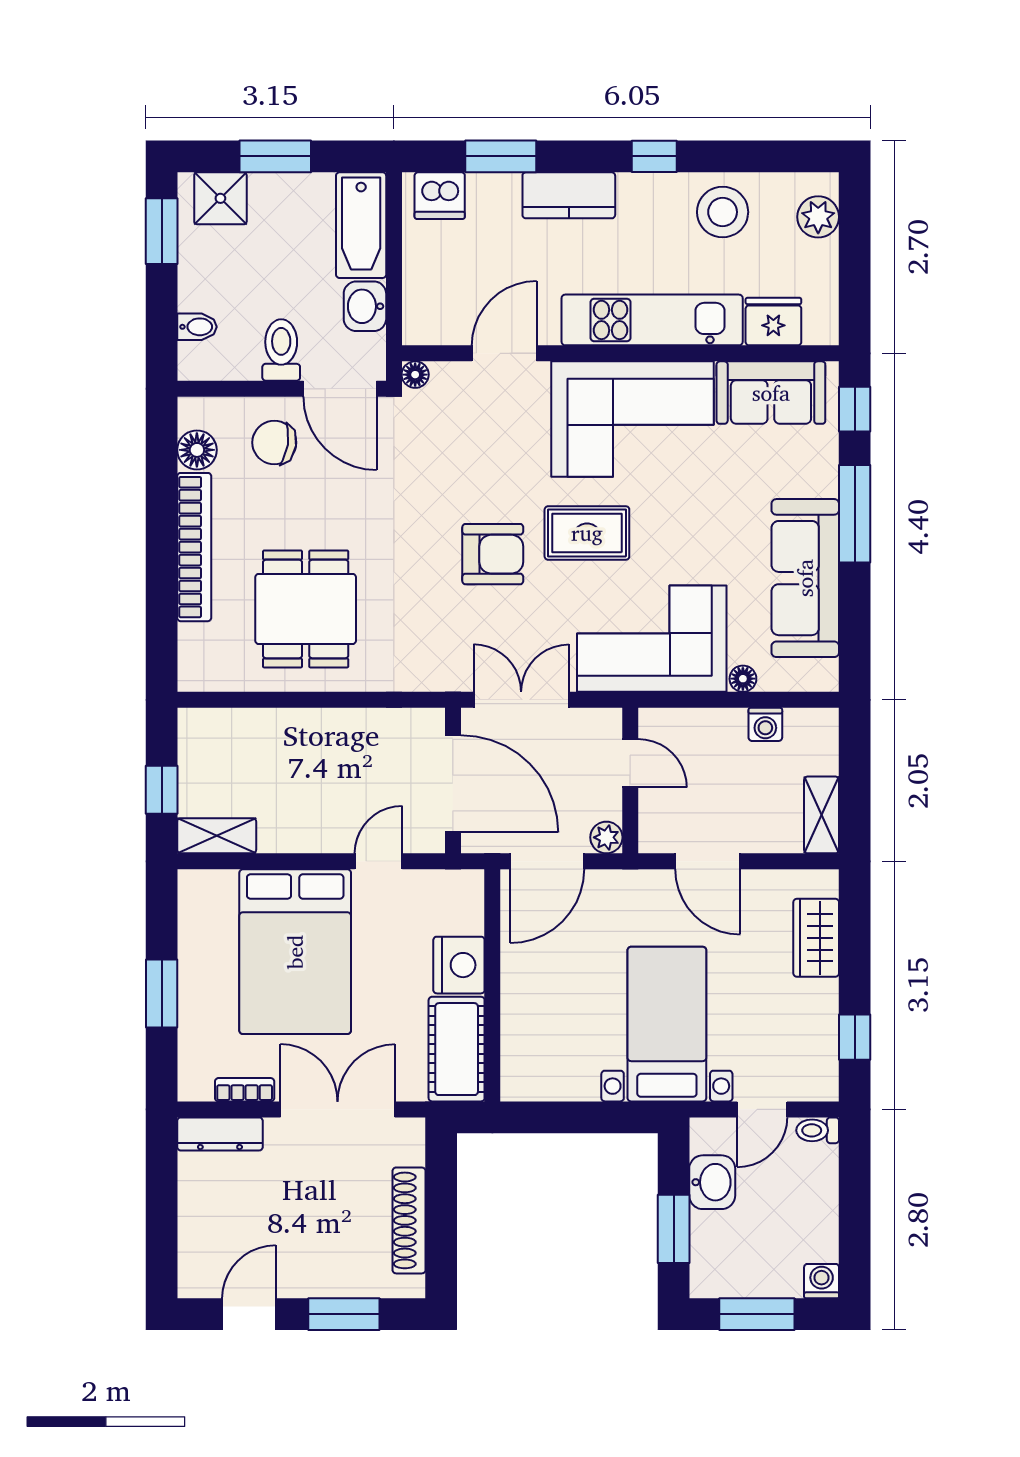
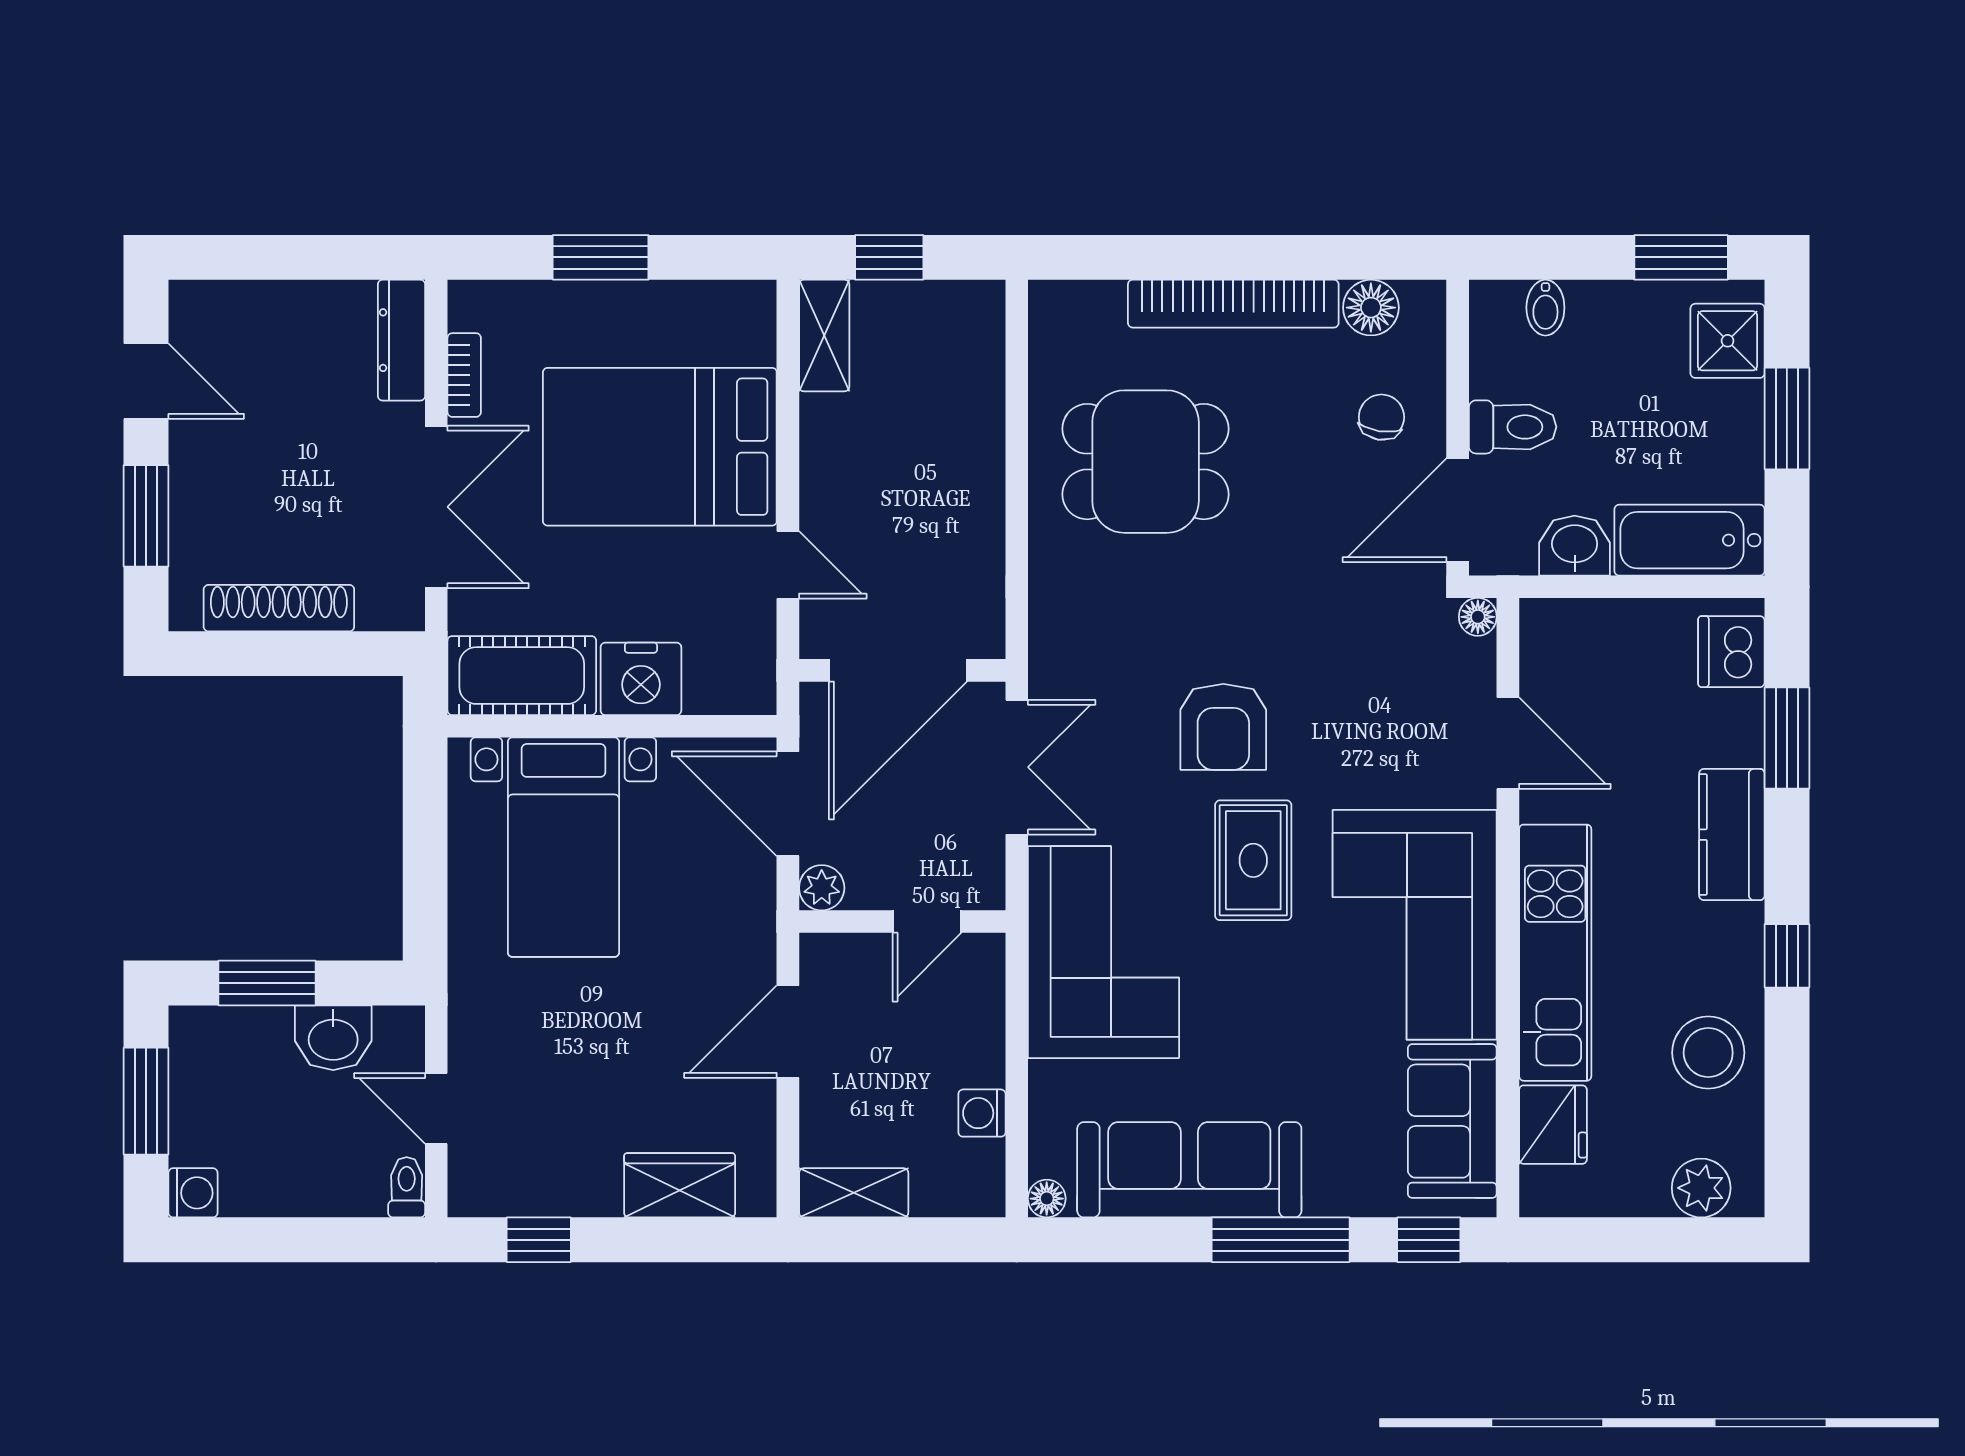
chair: (274, 443) -> (1381, 417), width x0.73, depth x0.73
floor lamp: (743, 679) -> (1047, 1199), moved
bed with nightstands: (667, 1024) -> (563, 847), moved, turned 90

